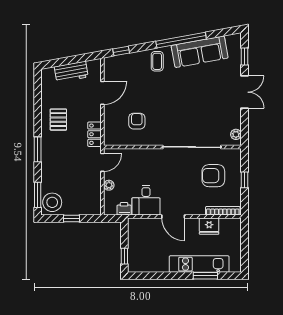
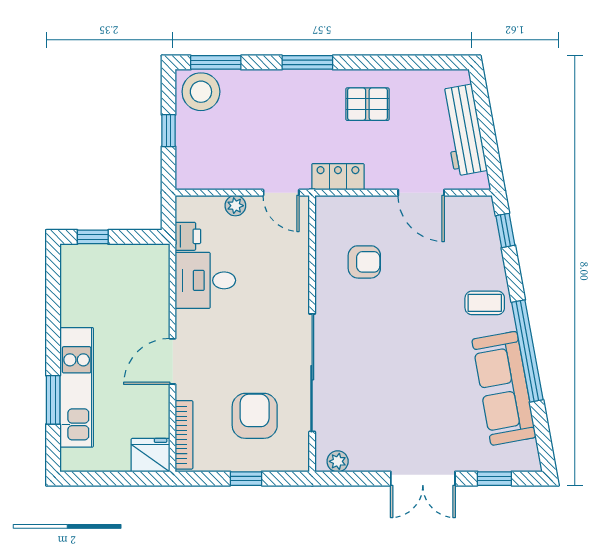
workbench: (71, 72) -> (463, 130), width x1.37
door: (173, 216) -> (173, 361), moved
fridge: (209, 226) -> (150, 455), moved, turned 90

